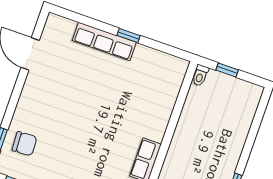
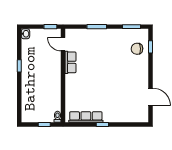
row of seats: (104, 41) -> (86, 117), moved

